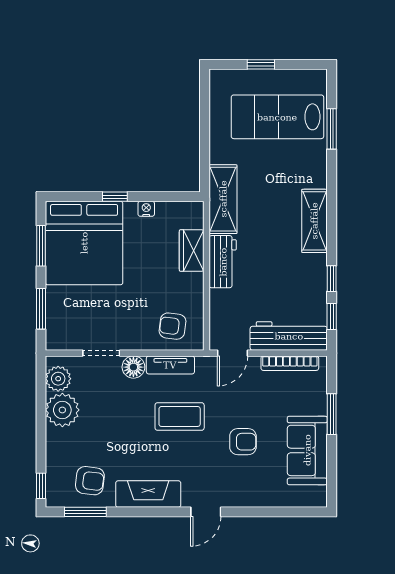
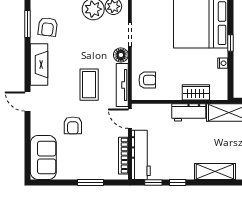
armchair: (172, 326) -> (147, 80), turned 83
tv unit: (170, 365) -> (122, 85), width x1.41
sofa: (307, 450) -> (43, 157), moved, turned 90

